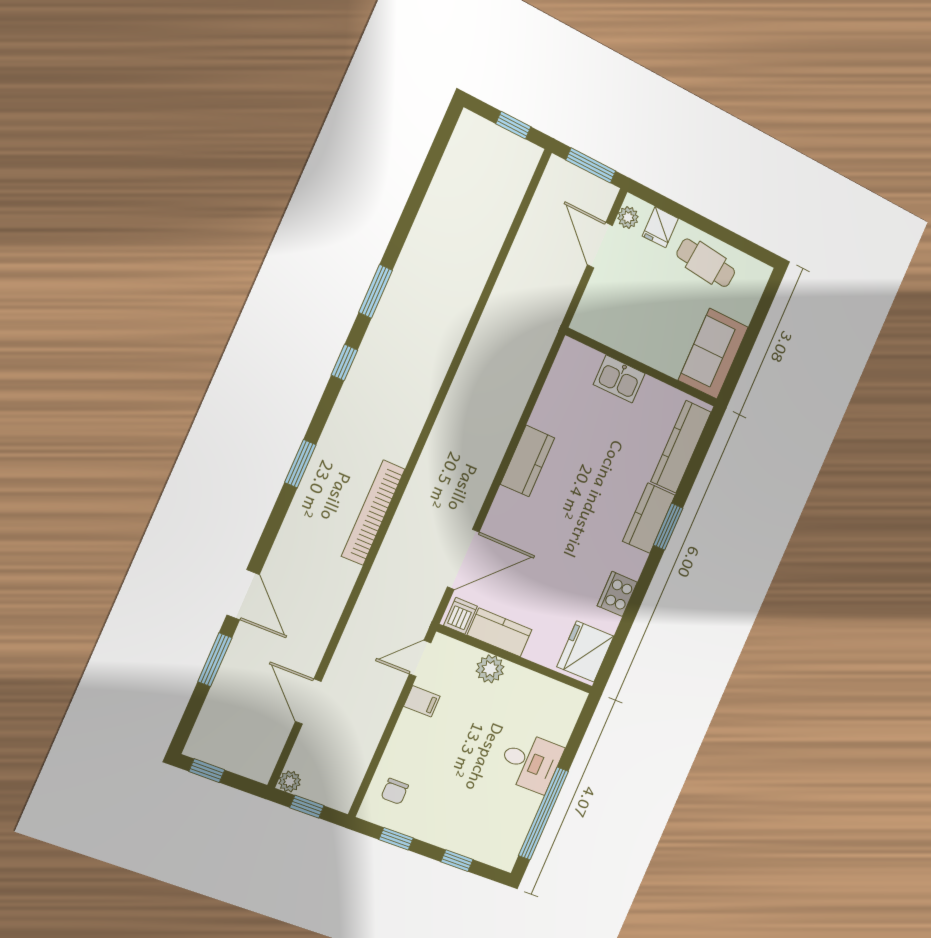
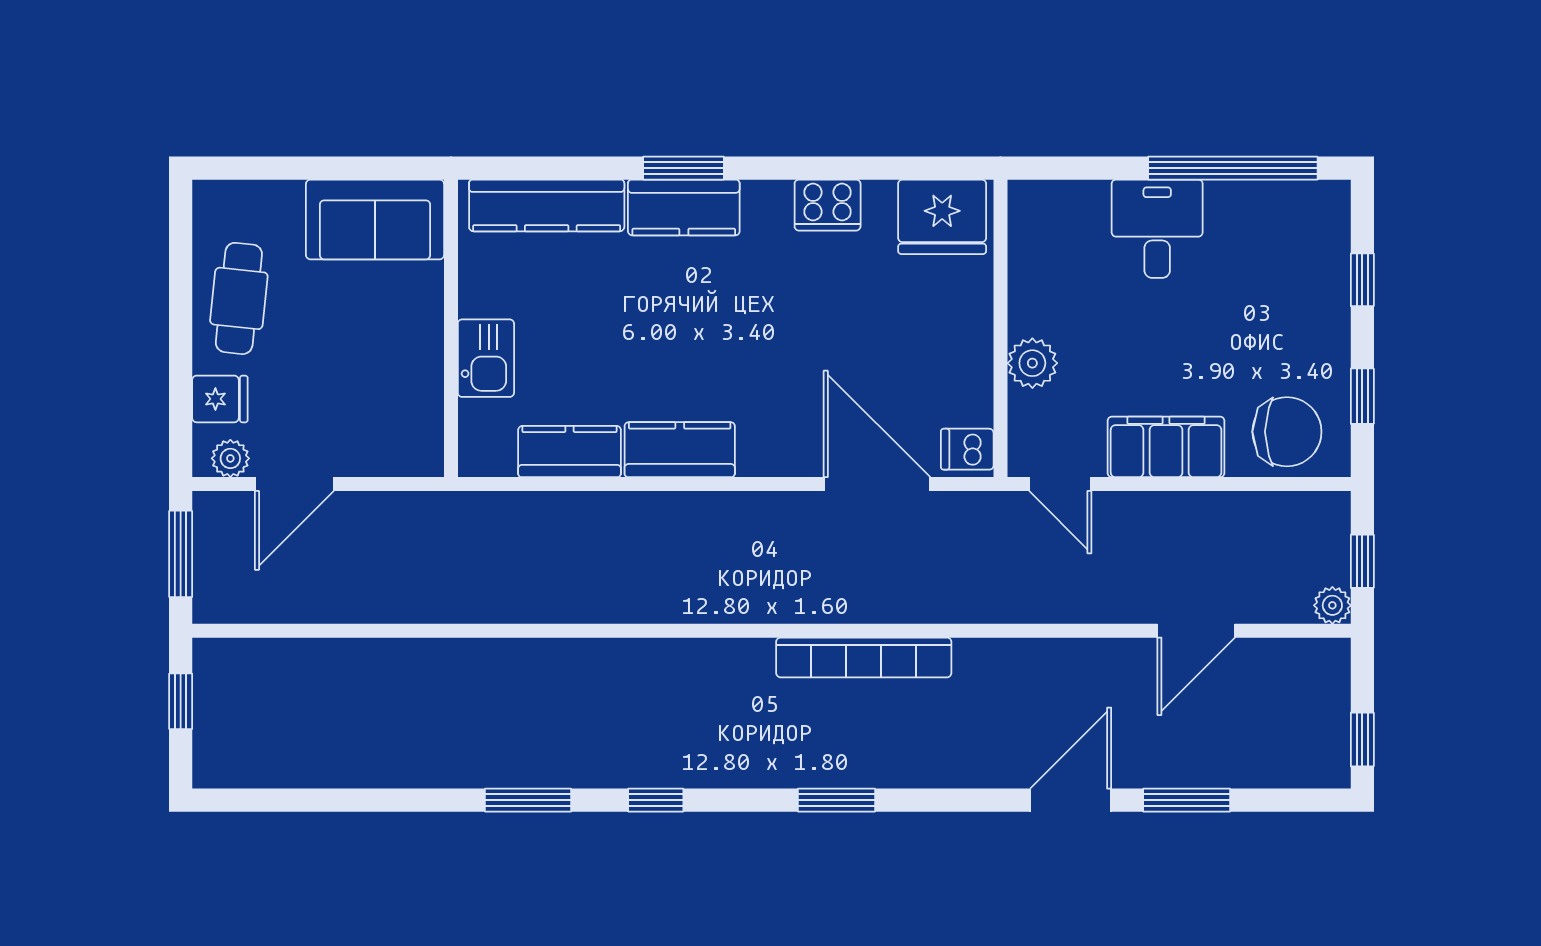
kitchen counter: (500, 632) -> (570, 452), moved, turned 90
filing cabinet: (422, 701) -> (1166, 447), width x3.00, depth x1.17
chair: (395, 791) -> (1287, 432), width x1.87, depth x1.87

